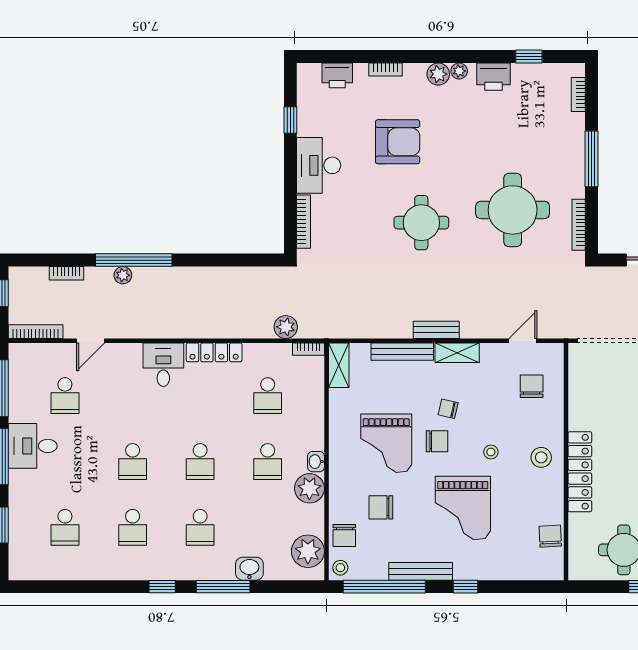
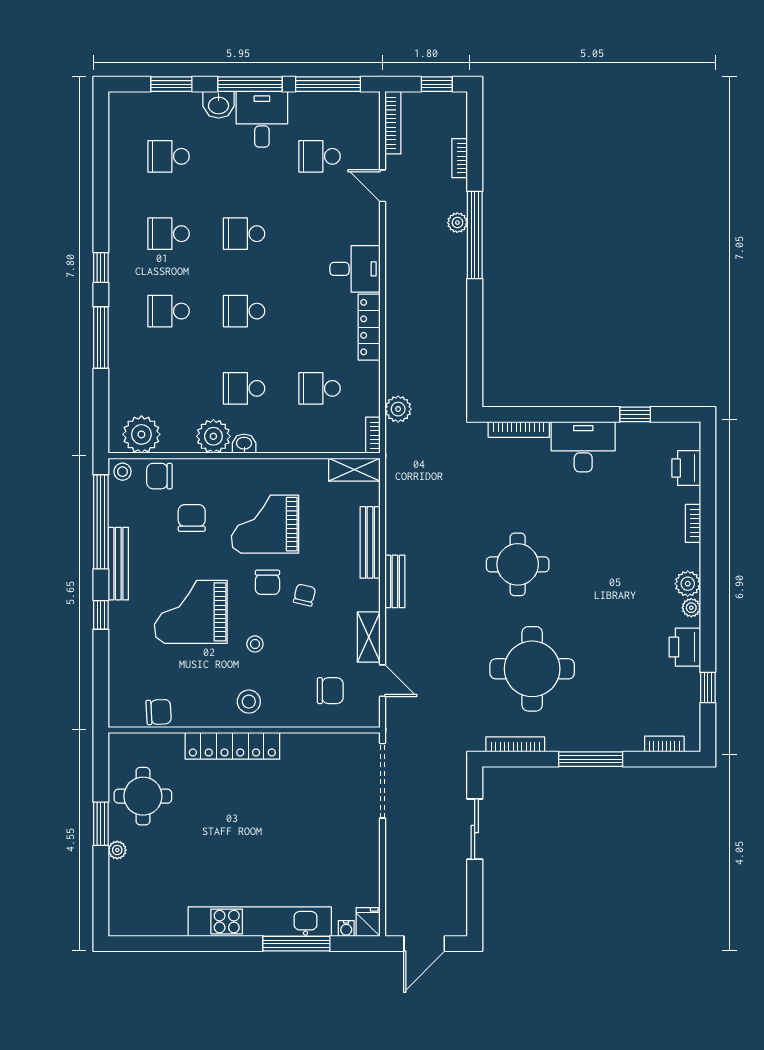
armchair: (398, 142) -> (610, 537), removed
shelving: (457, 353) -> (369, 637), moved
washbasin: (249, 569) -> (219, 105), moved, turned 90

